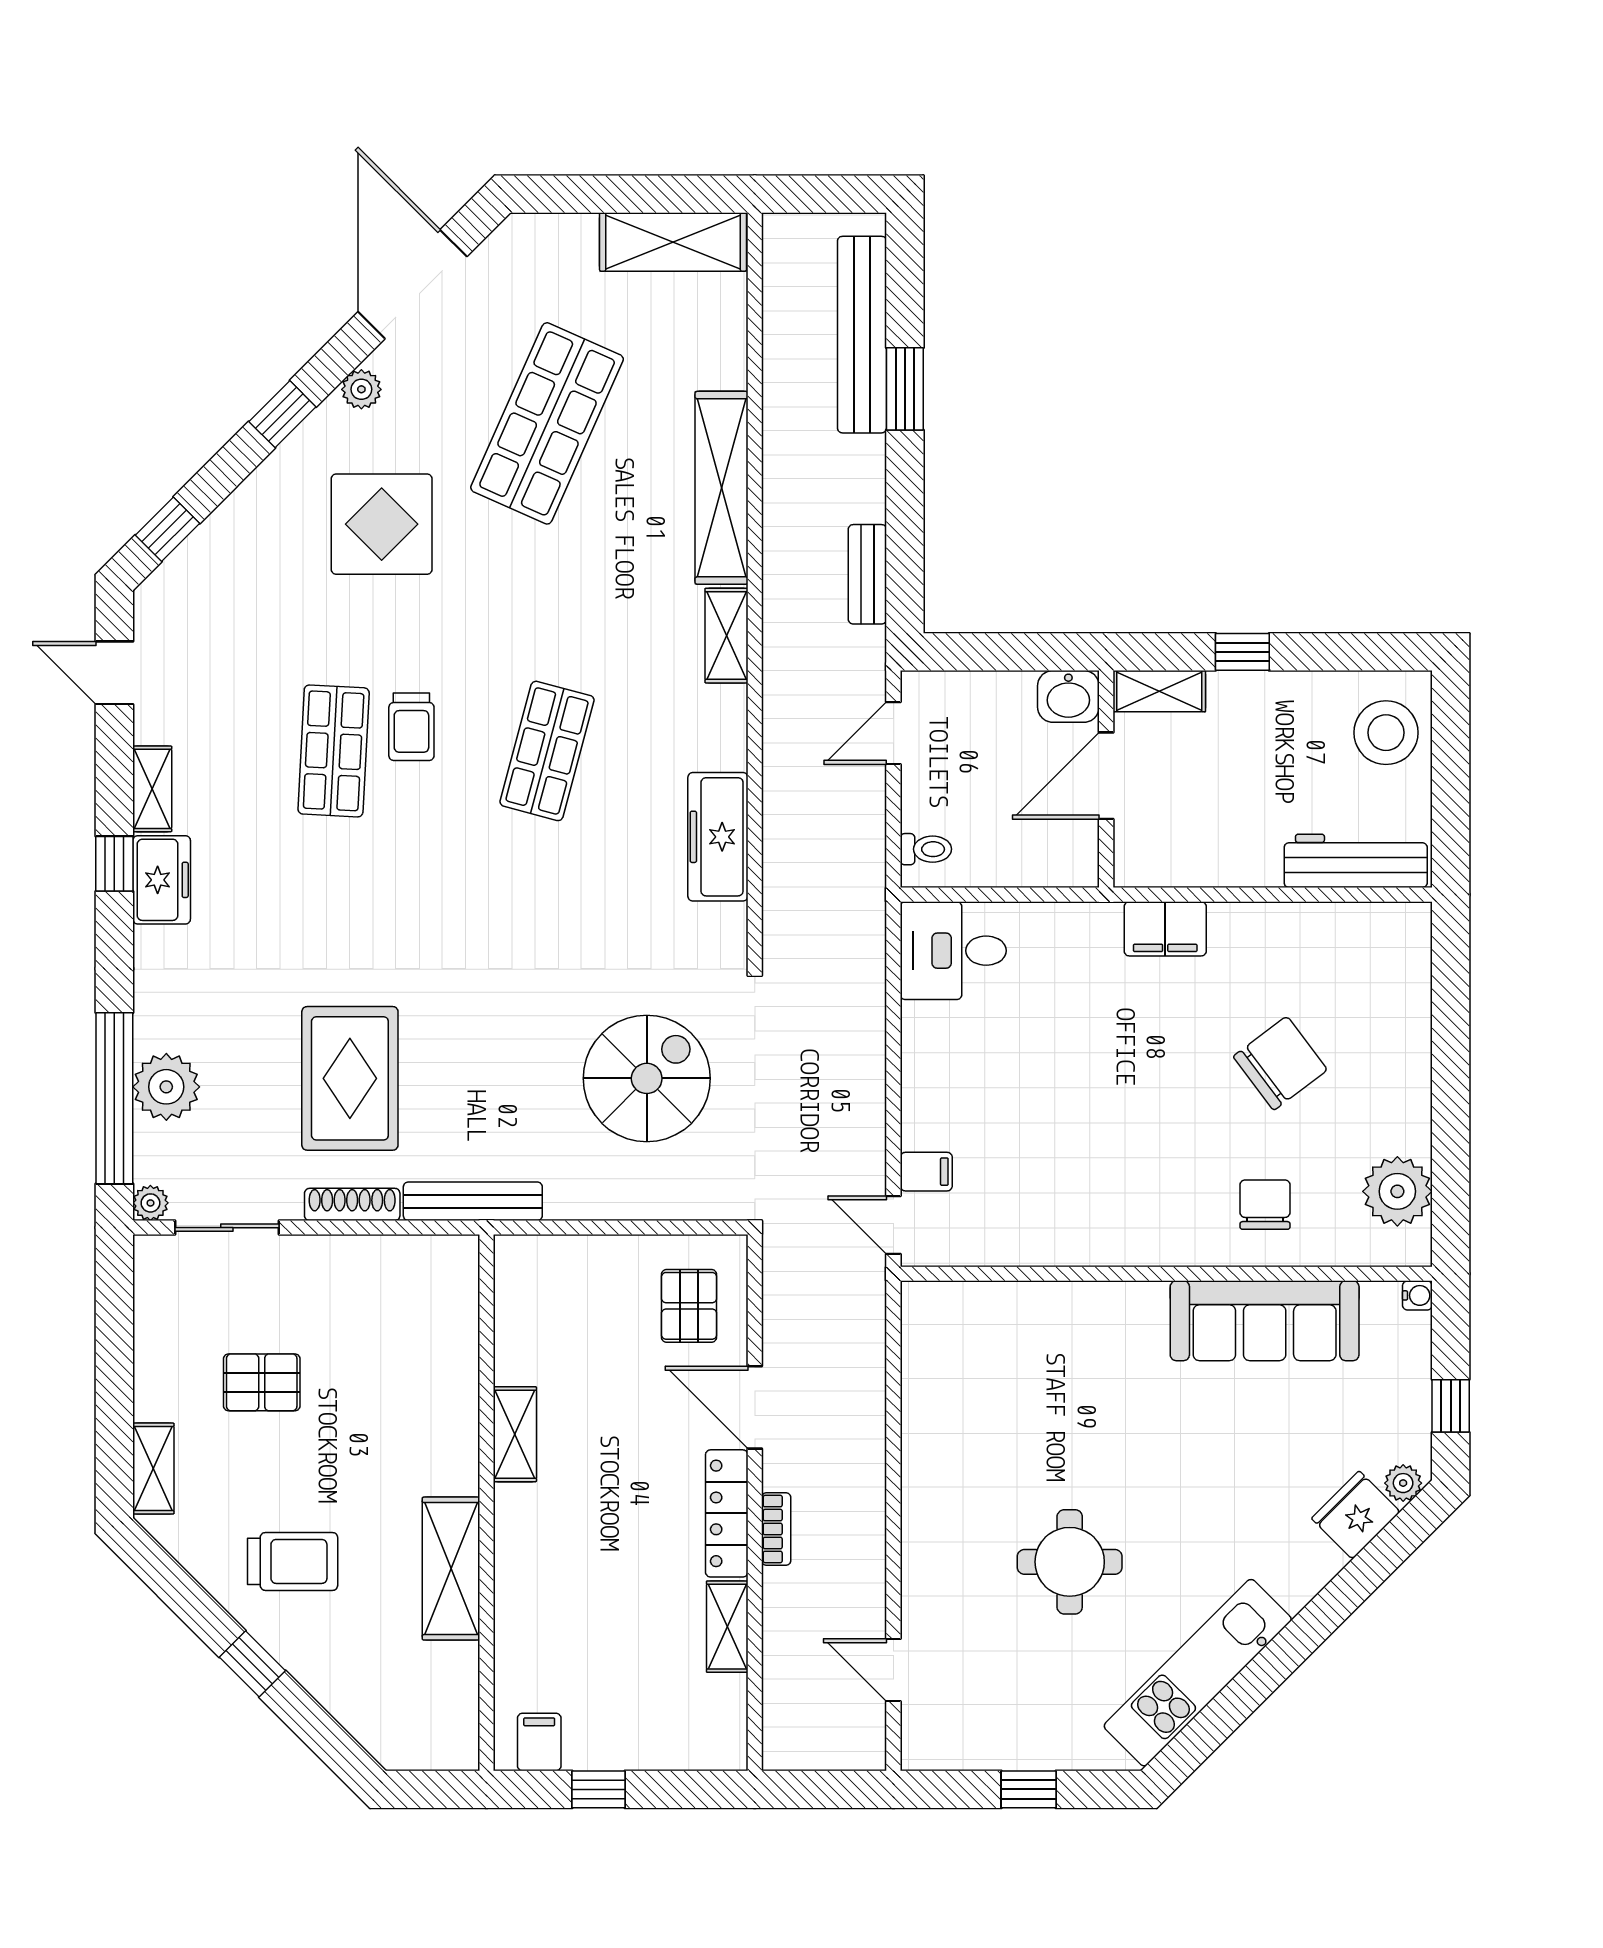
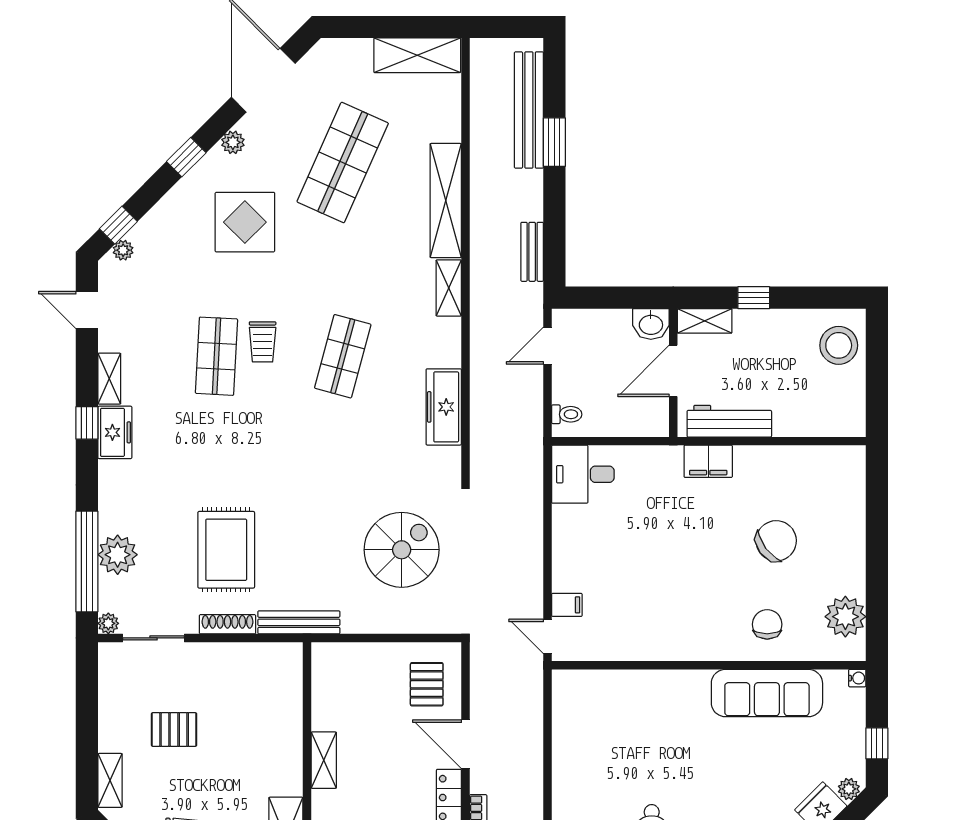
plant: (176, 572) -> (123, 250), added
workbench: (1356, 861) -> (729, 421), moved

